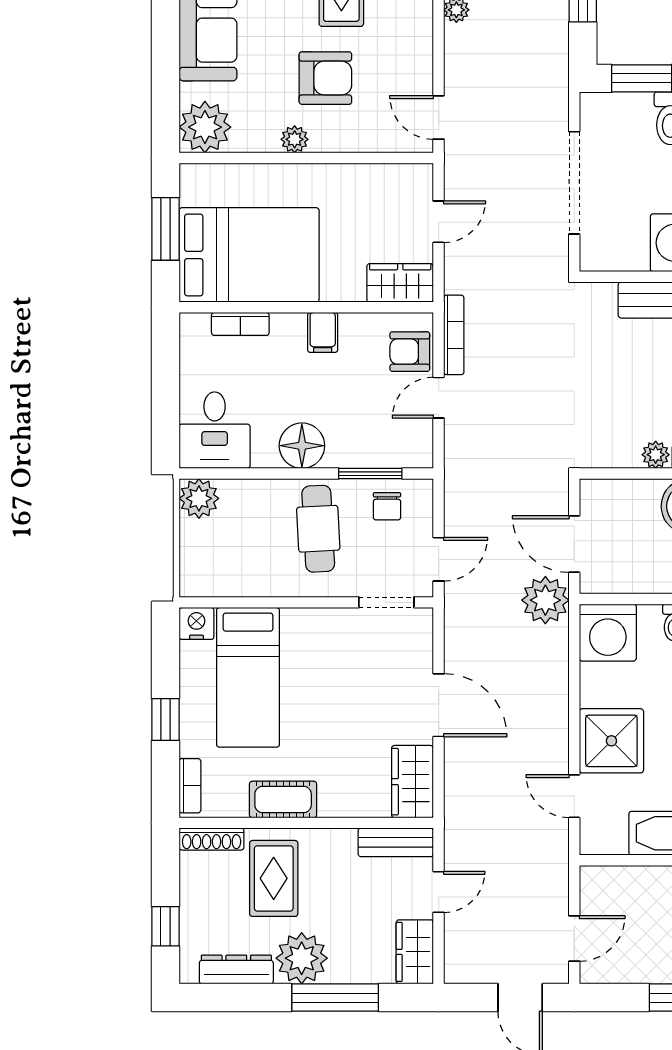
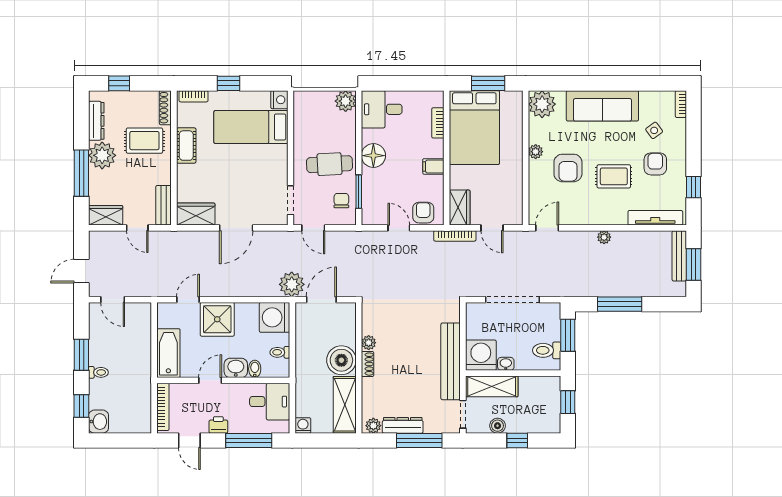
bookcase: (454, 335) -> (455, 236), moved
chair: (387, 506) -> (341, 201), turned 90

